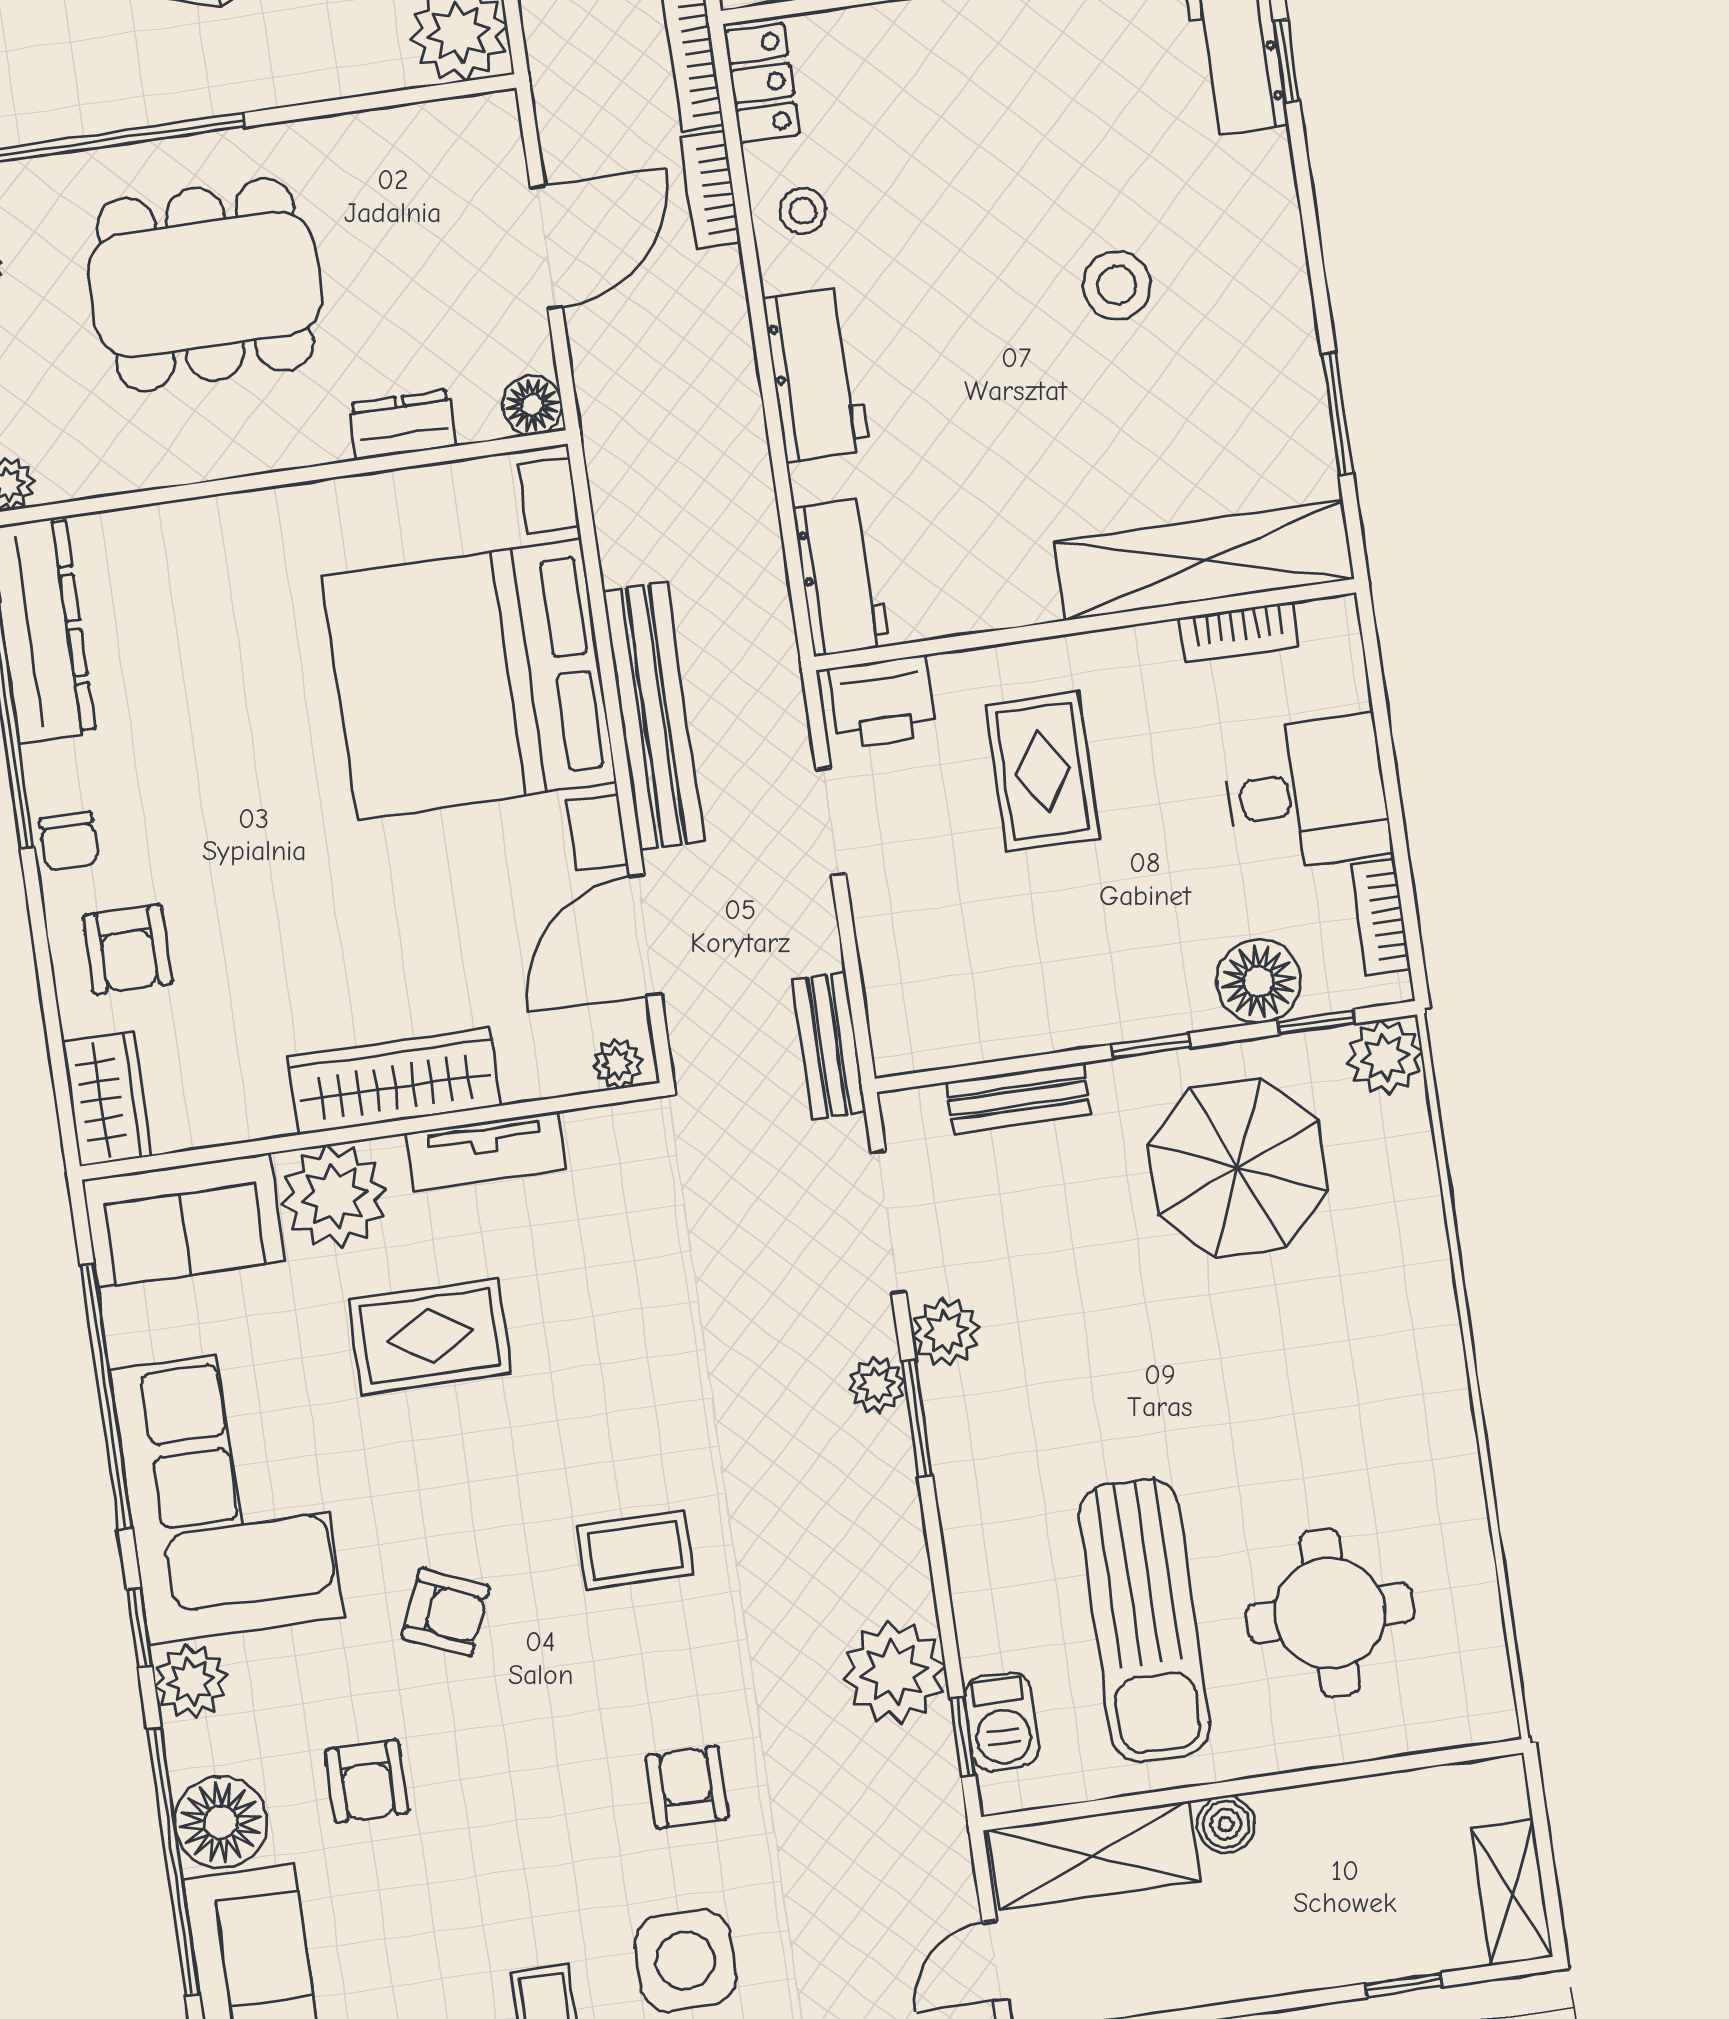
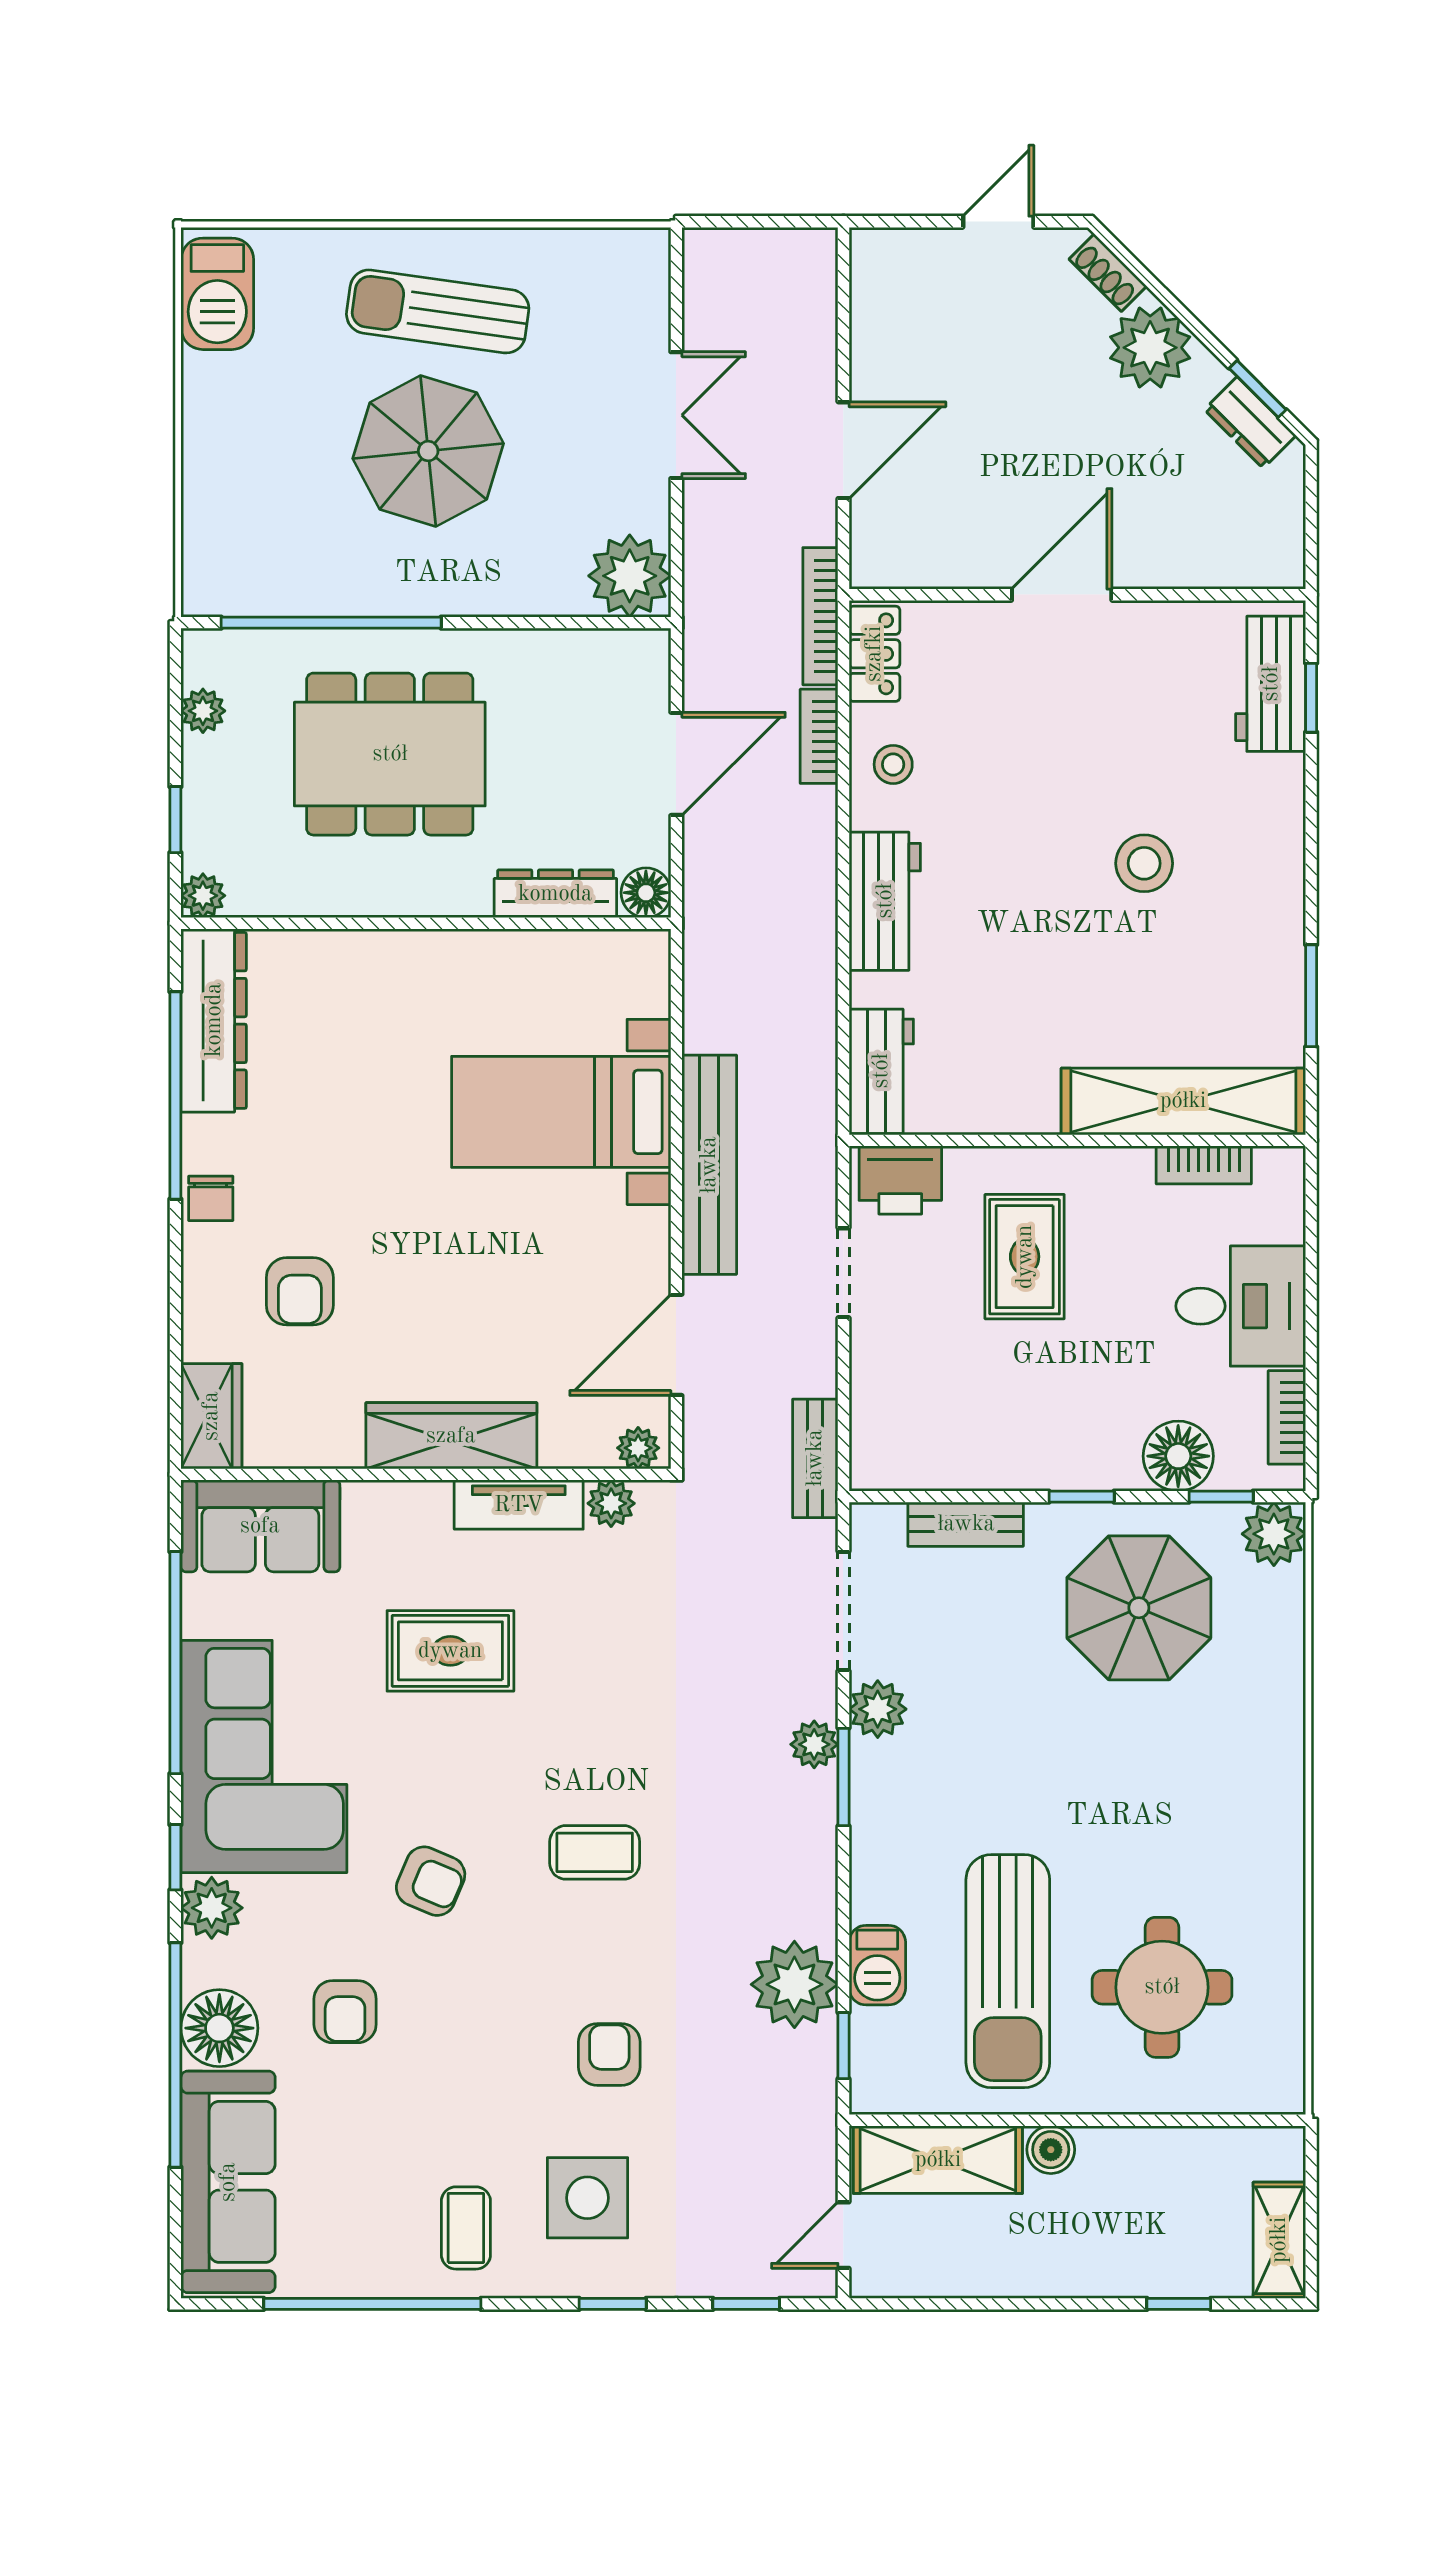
dresser: (403, 425) -> (555, 894), width x1.44
bed with nightstands: (469, 679) -> (561, 1112), width x0.54
armchair: (128, 949) -> (300, 1291), moved
plant: (334, 1196) -> (611, 1503), moved, width x0.53, depth x0.53
barbecue: (1001, 1722) -> (877, 1965), moved

